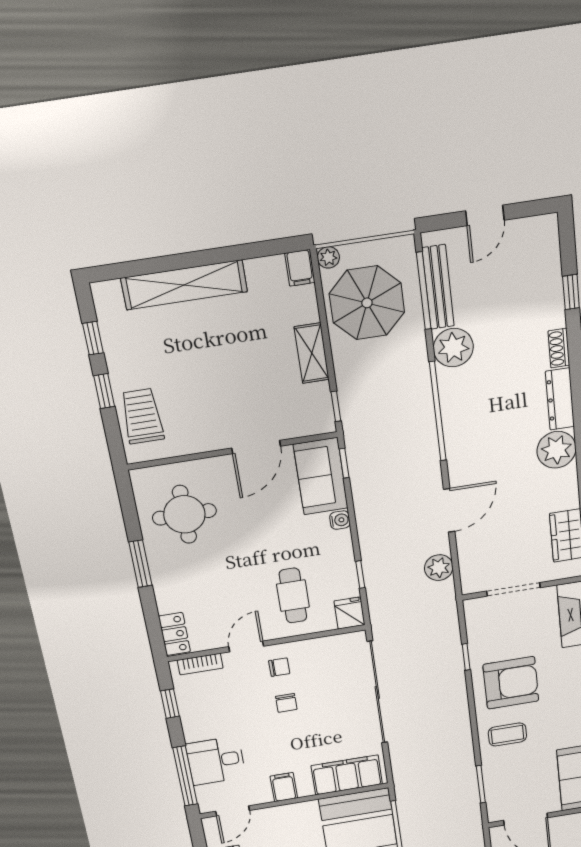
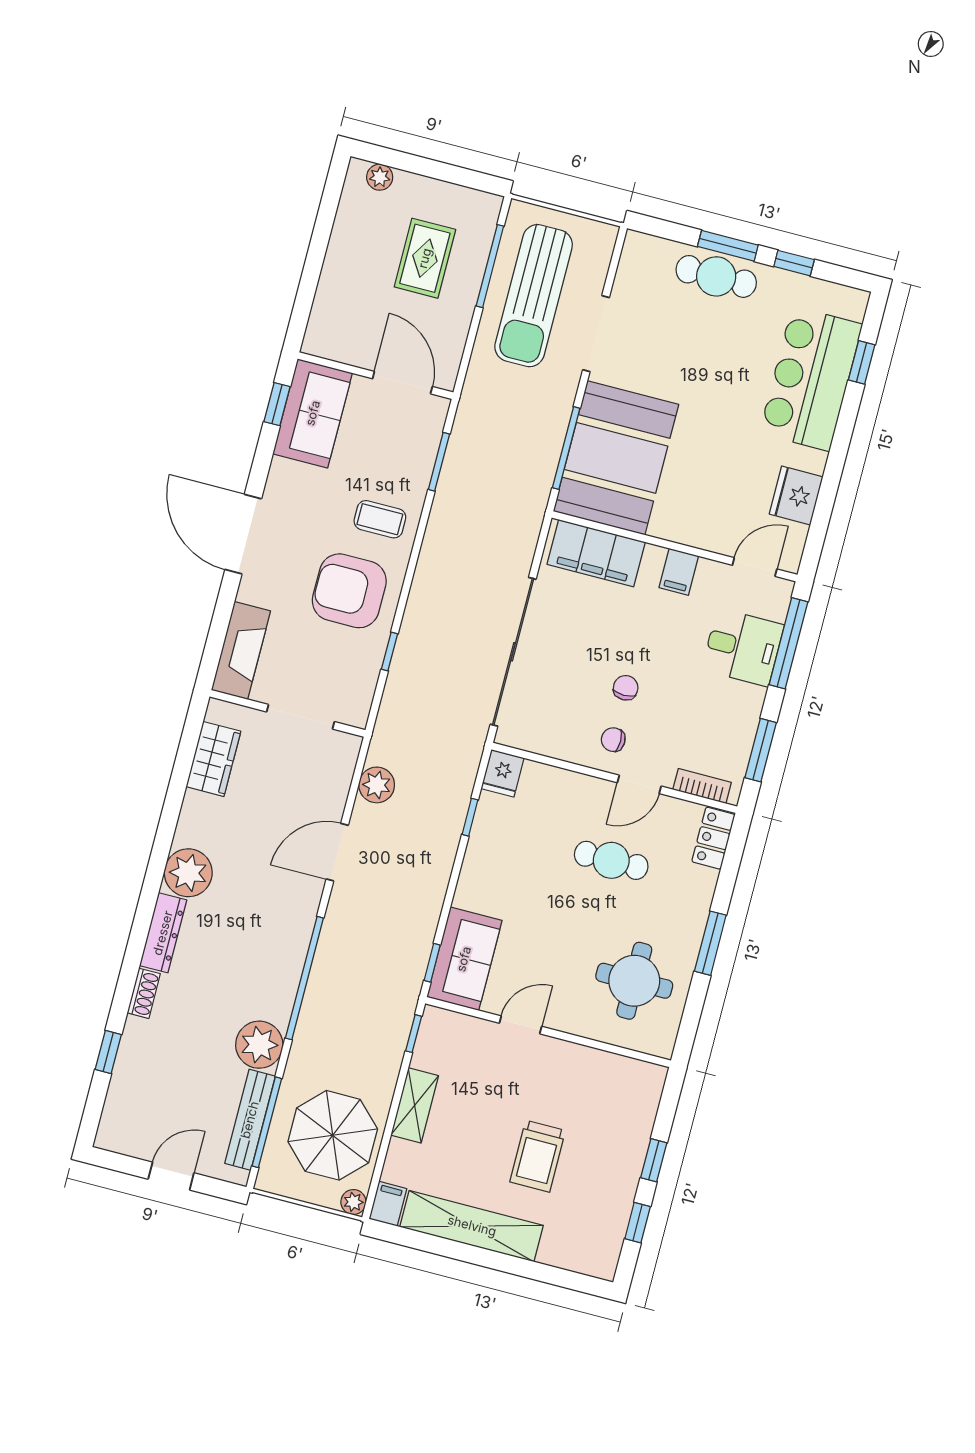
shelving: (184, 285) -> (472, 1226), moved
trolley: (142, 416) -> (538, 1156), moved
door: (256, 447) -> (520, 1025), width x0.73
water cooler: (340, 520) -> (465, 896), removed
cafe table: (293, 596) -> (611, 860), moved, turned 90
window: (170, 704) -> (761, 750), width x1.50

